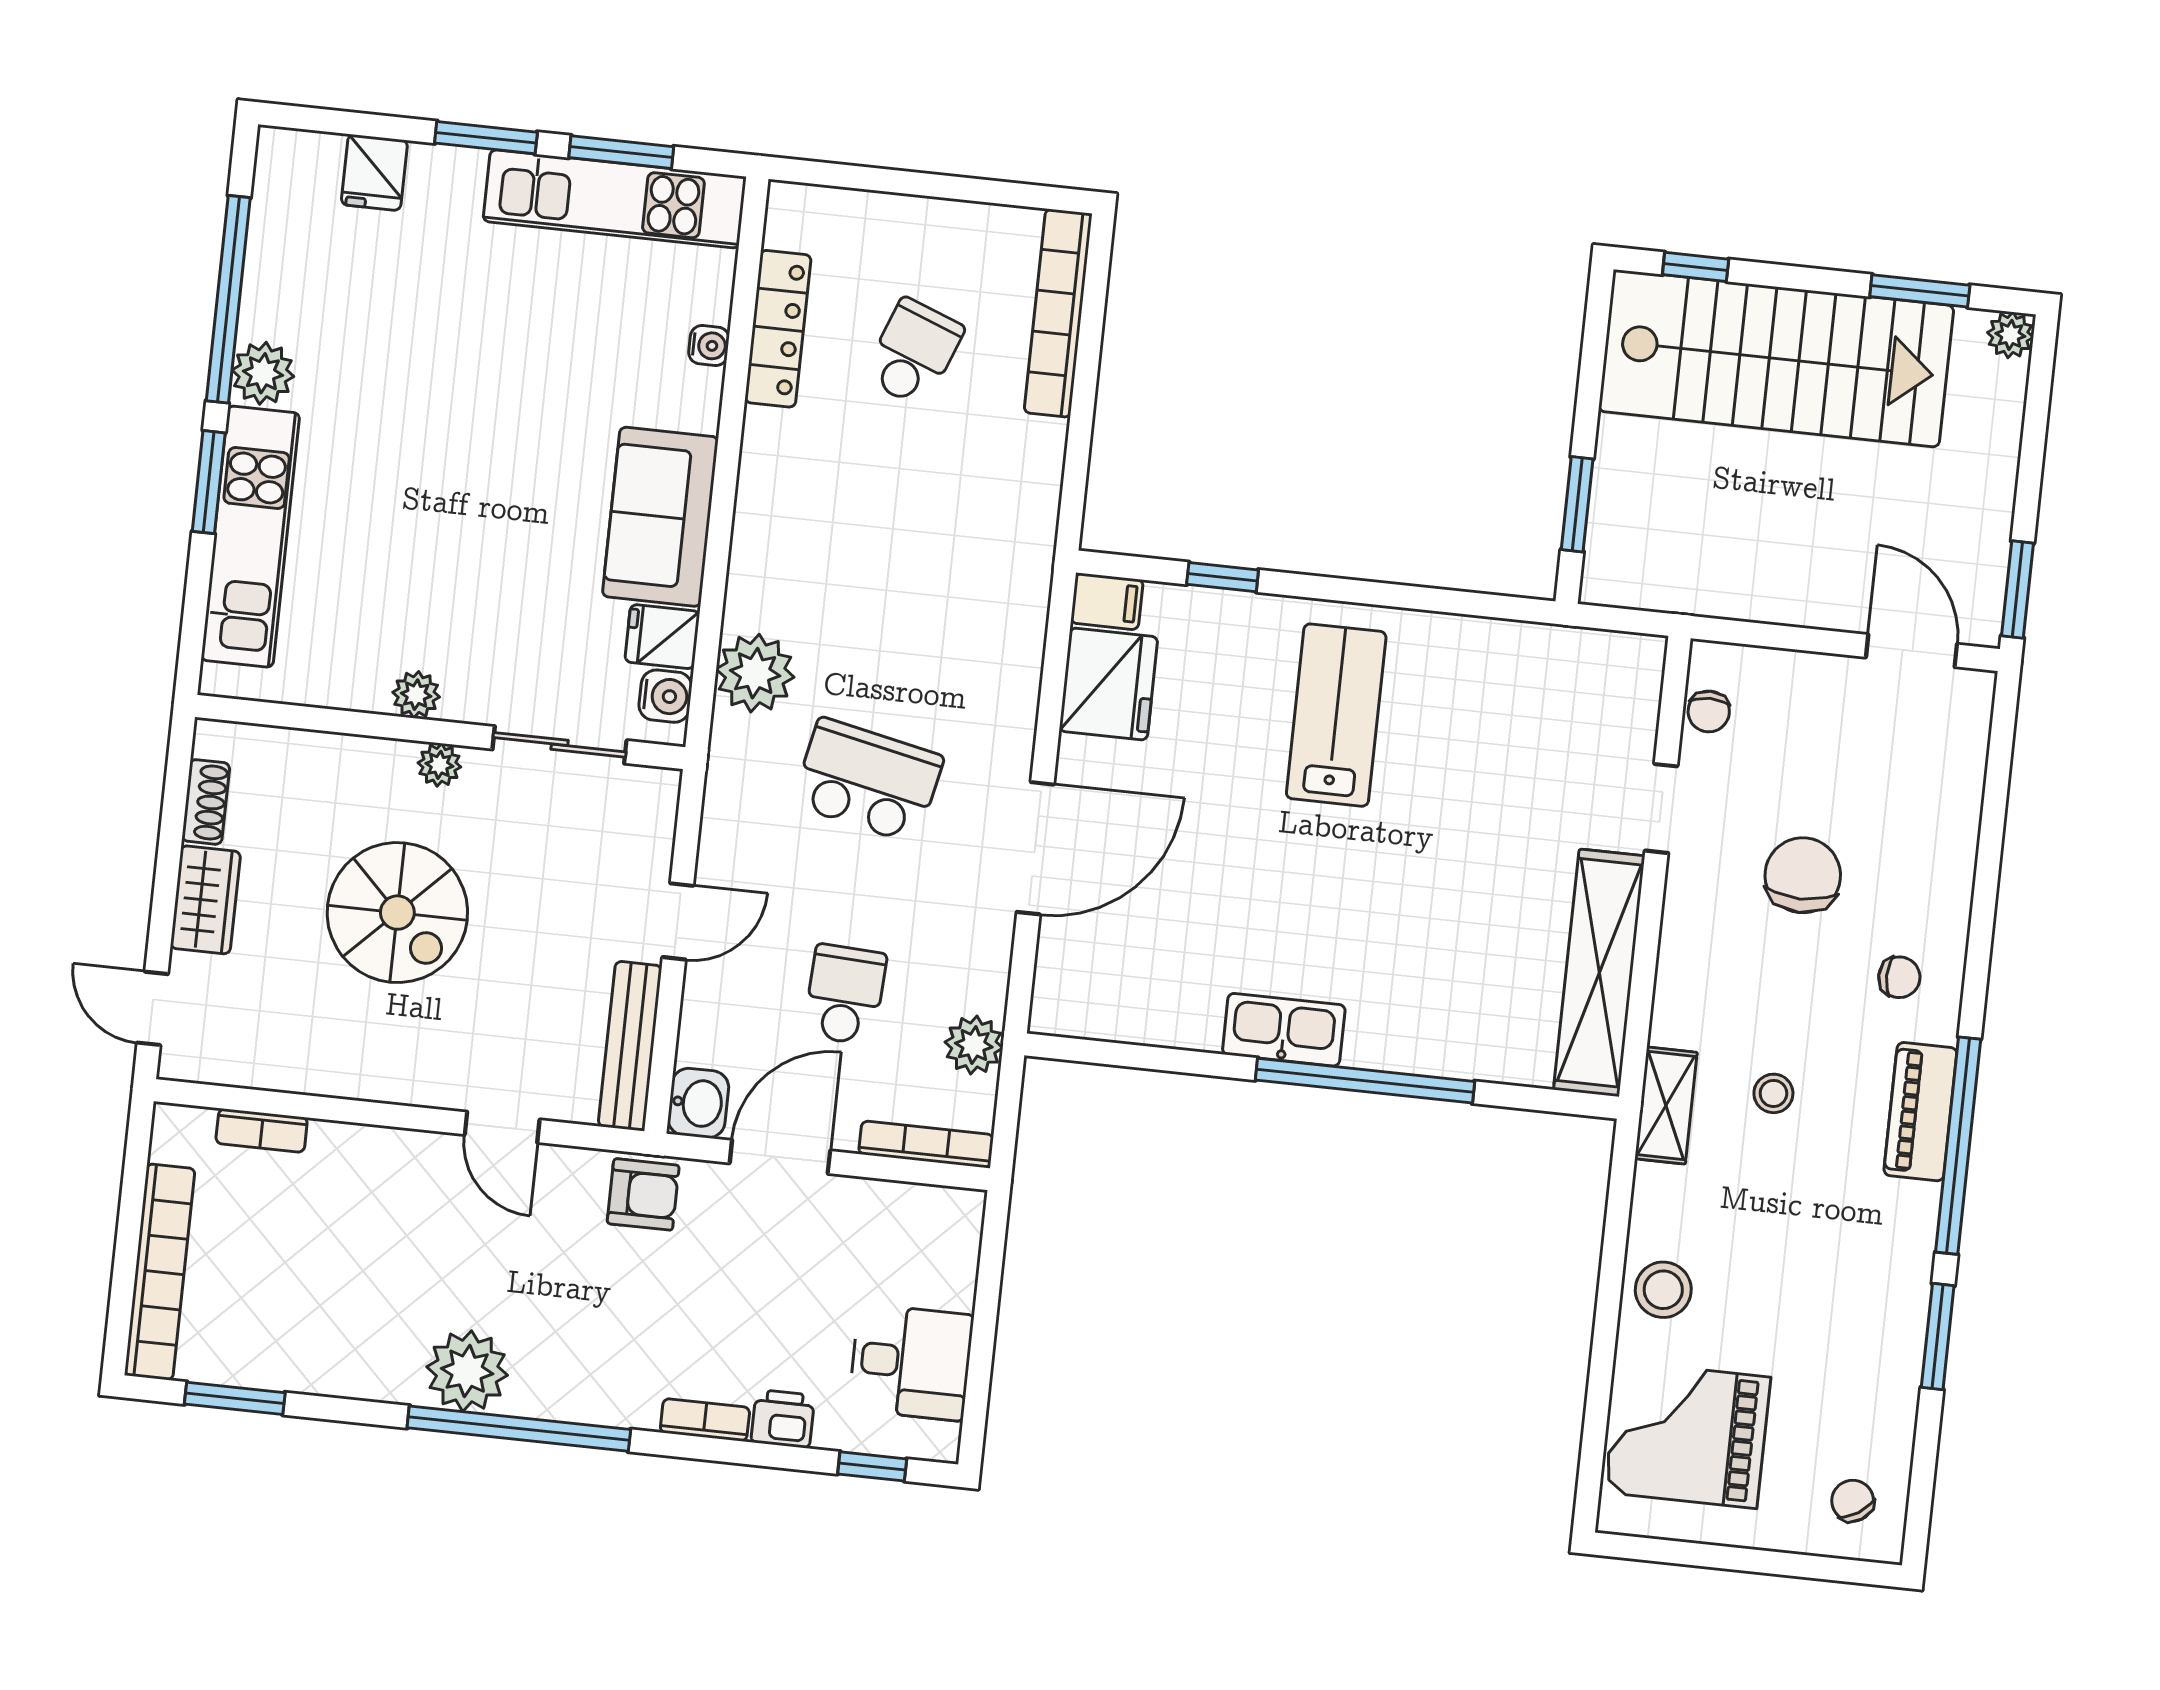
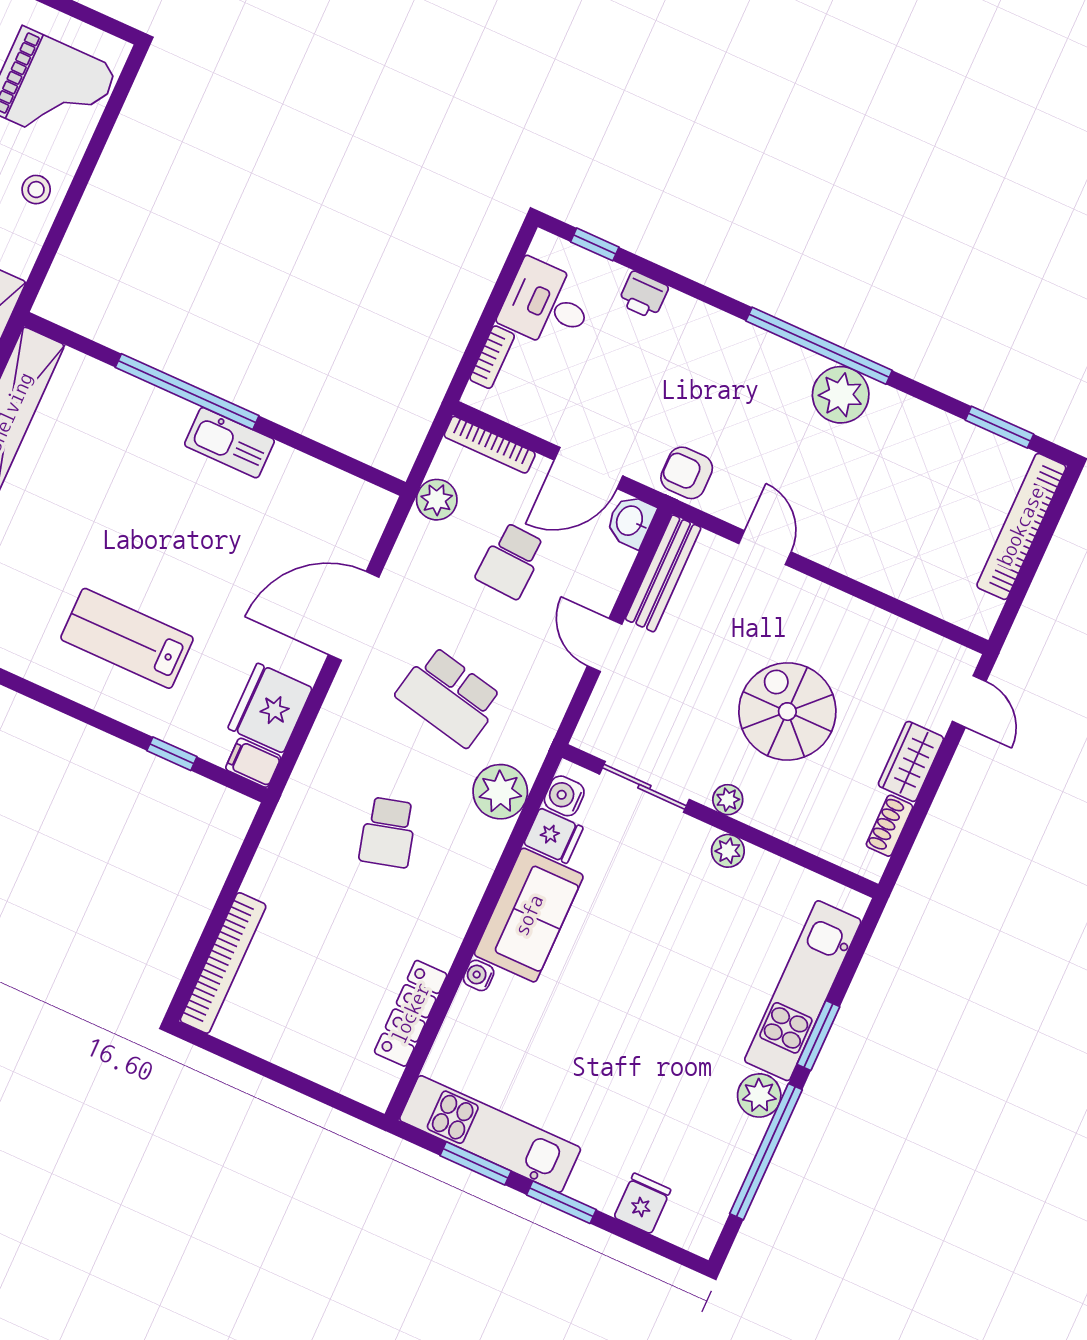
water cooler: (709, 346) -> (479, 975), moved
school desk: (913, 353) -> (388, 832), moved, turned -36
lab bench: (1336, 715) -> (127, 638), turned 90
door: (678, 921) -> (605, 645), hinge flipped
bookcase: (262, 1130) -> (924, 598), removed
stool: (1663, 1290) -> (36, 190), width x0.73, depth x0.73
bookcase: (705, 1420) -> (492, 357), moved, turned -90

